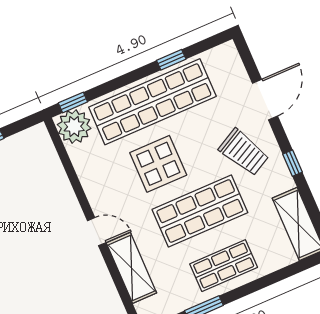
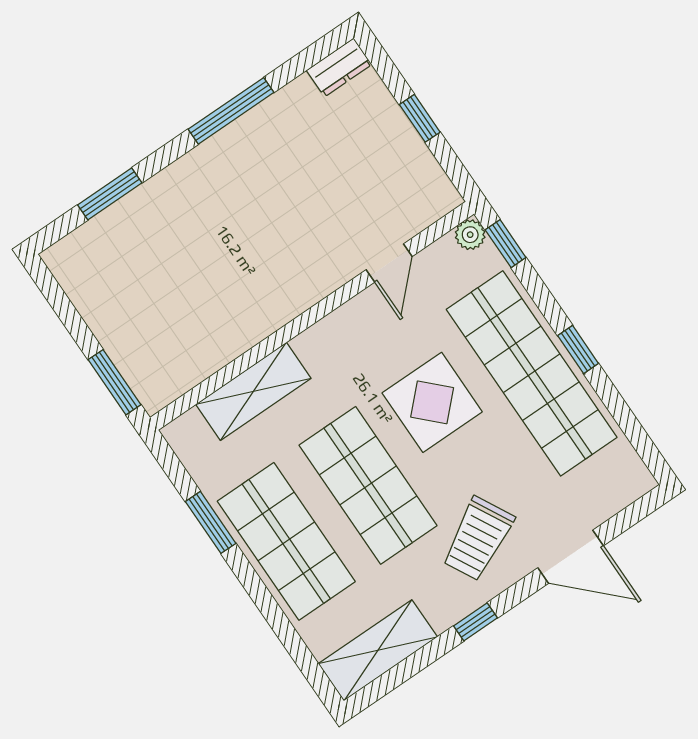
window: (171, 60) -> (578, 350), moved
plant: (74, 126) -> (470, 235), width x0.53, depth x0.53
door: (97, 232) -> (389, 263), moved
shop shelf: (224, 266) -> (286, 541), width x1.43, depth x1.36

